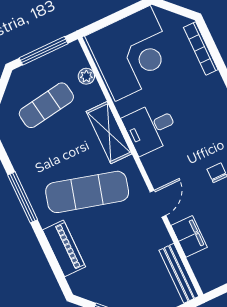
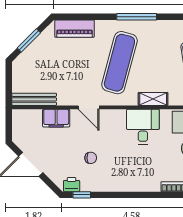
shelving: (109, 133) -> (153, 99), width x0.67, depth x0.75
piano: (64, 248) -> (75, 29), moved

